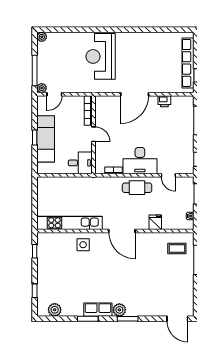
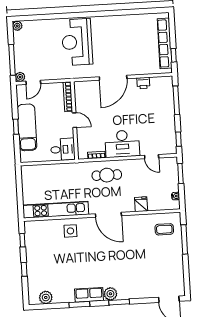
cafe table: (137, 188) -> (107, 175), moved
window: (35, 291) -> (24, 269), moved

